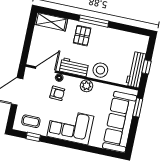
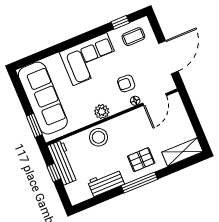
pallet: (82, 36) -> (141, 160), turned 90
workbench: (74, 67) -> (106, 183), moved, turned 180

